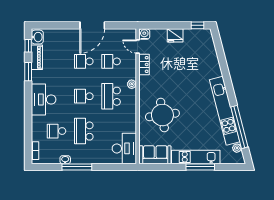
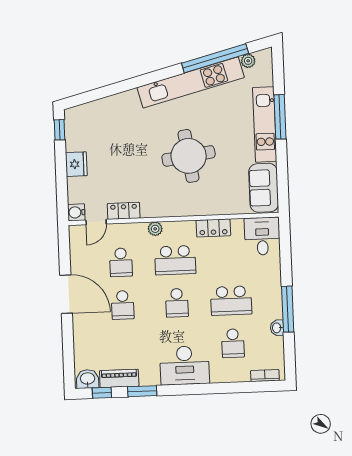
round table: (162, 115) -> (189, 156), moved
locker: (131, 121) -> (213, 228), added
desk: (124, 148) -> (262, 236), width x0.73

